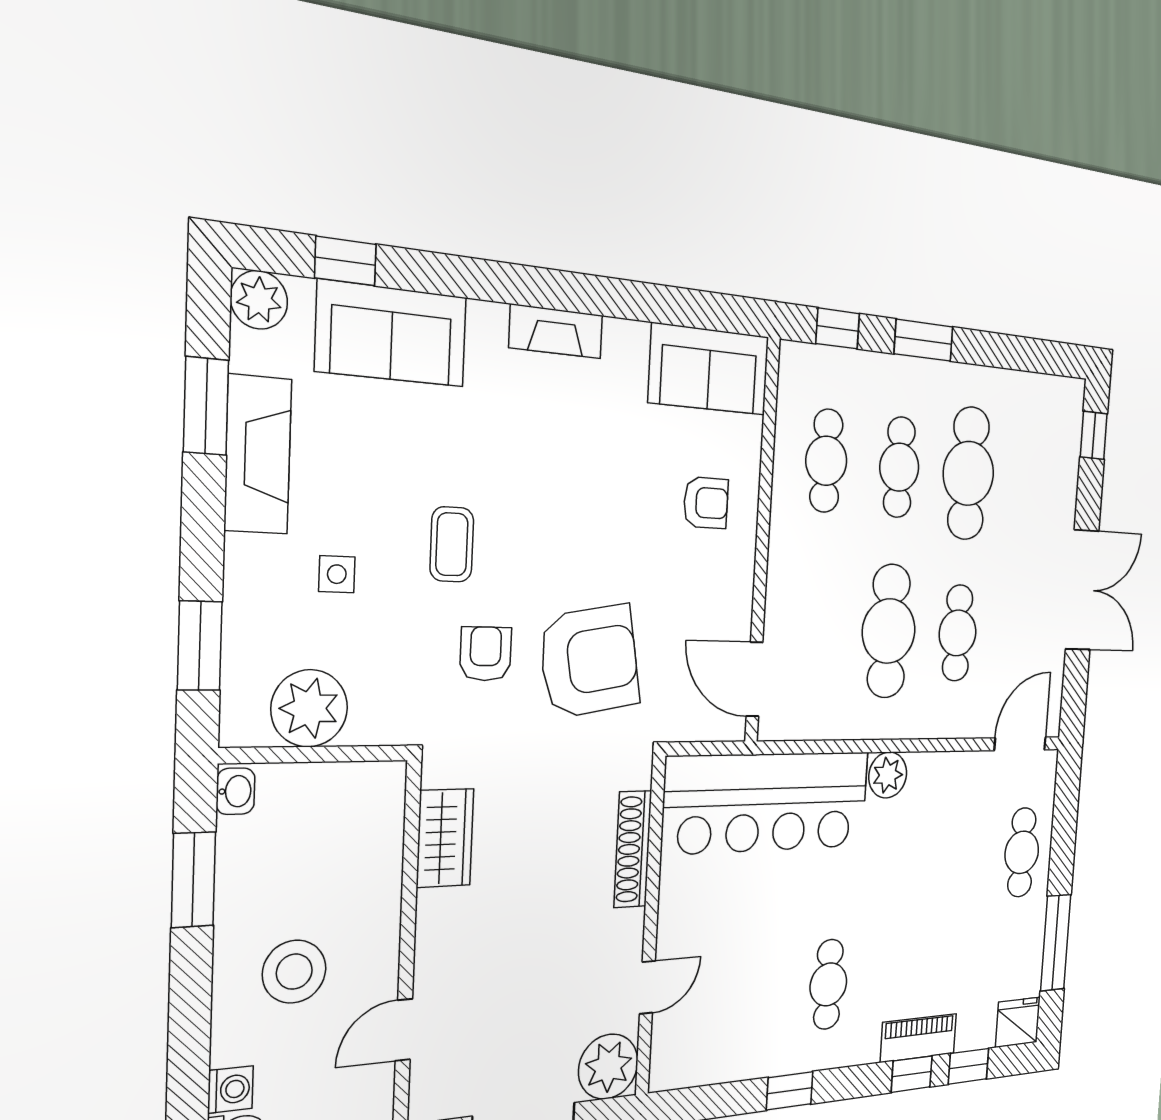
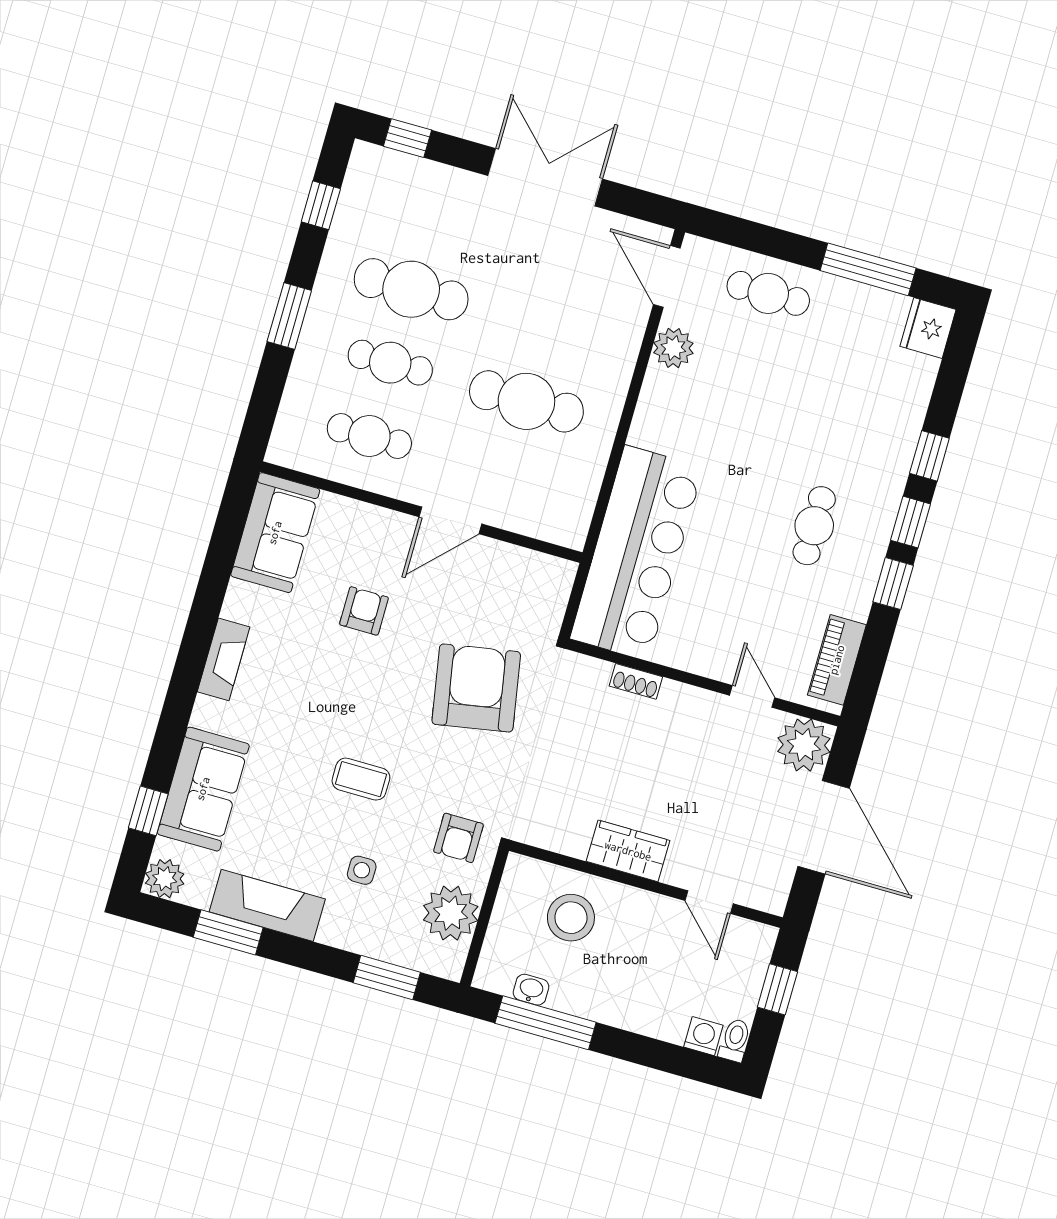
window: (838, 328) -> (321, 205), moved
armchair: (706, 503) -> (364, 611), moved
cafe table: (958, 633) -> (547, 328), removed
armchair: (486, 654) -> (458, 838), moved, turned -90
door: (754, 679) -> (450, 520), moved
plant: (888, 775) -> (673, 348), moved
washbasin: (236, 791) -> (531, 990), moved
wardrobe: (445, 838) -> (628, 851), moved
shoe rack: (633, 849) -> (636, 681), width x0.51, depth x0.81
window: (193, 880) -> (546, 1023), width x1.44
stool: (294, 972) -> (571, 918), moved
cafe table: (828, 984) -> (814, 526), turned 90
piano: (919, 1038) -> (837, 660), moved
window: (969, 1066) -> (911, 522), moved

